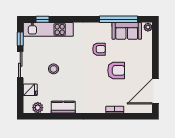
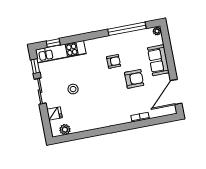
sofa: (127, 31) -> (158, 60), moved, turned 90
kitchen counter: (63, 107) -> (90, 124), removed

